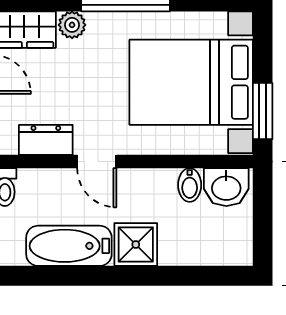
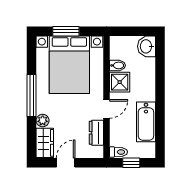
window: (263, 111) -> (66, 31), moved
washbasin: (226, 187) -> (147, 46), moved, turned 180
shower: (136, 244) -> (120, 82), moved

